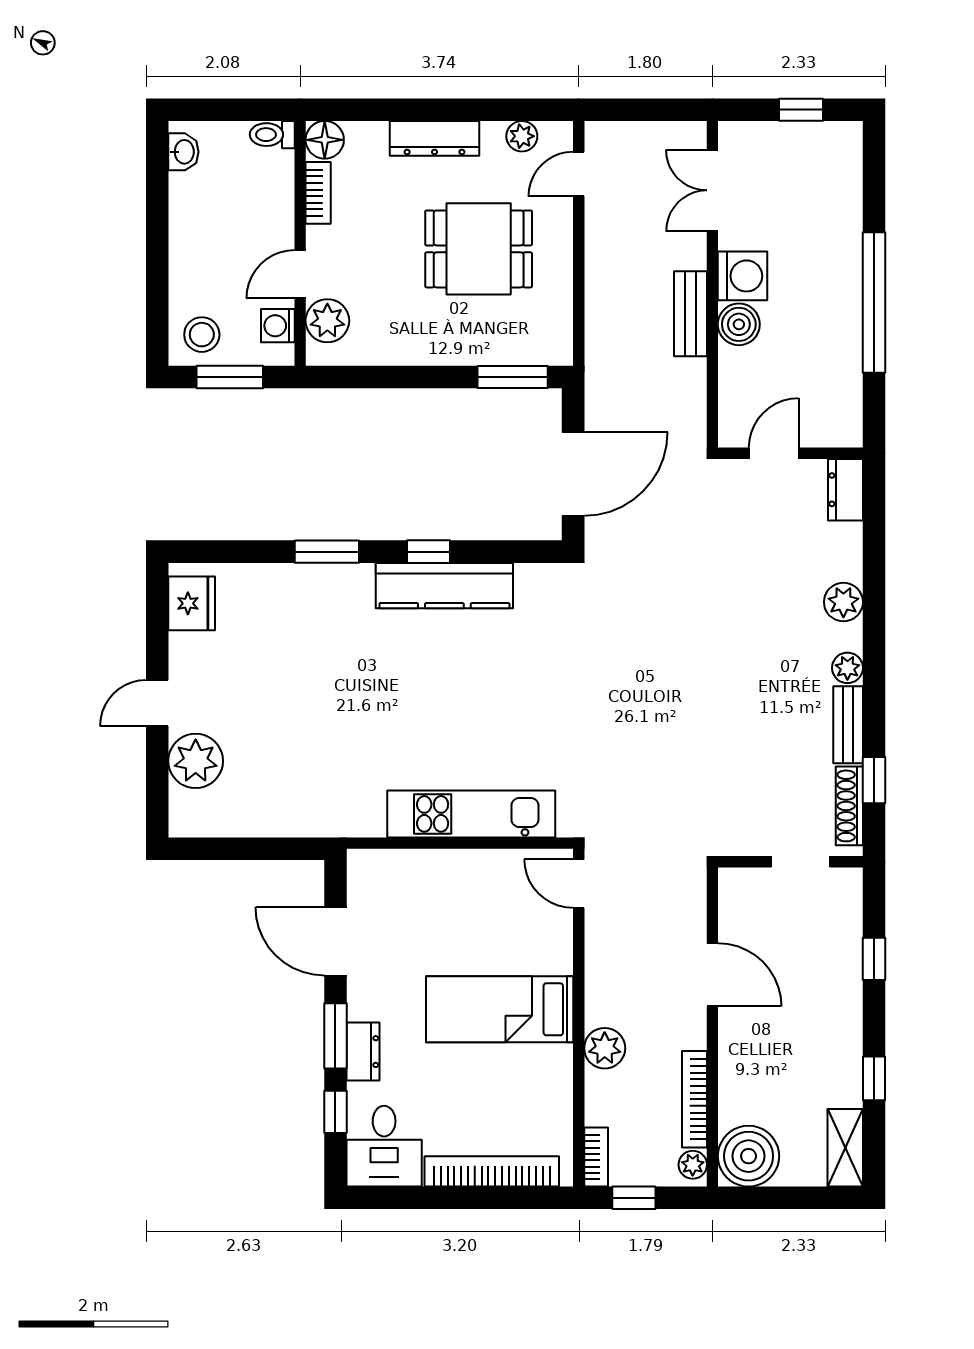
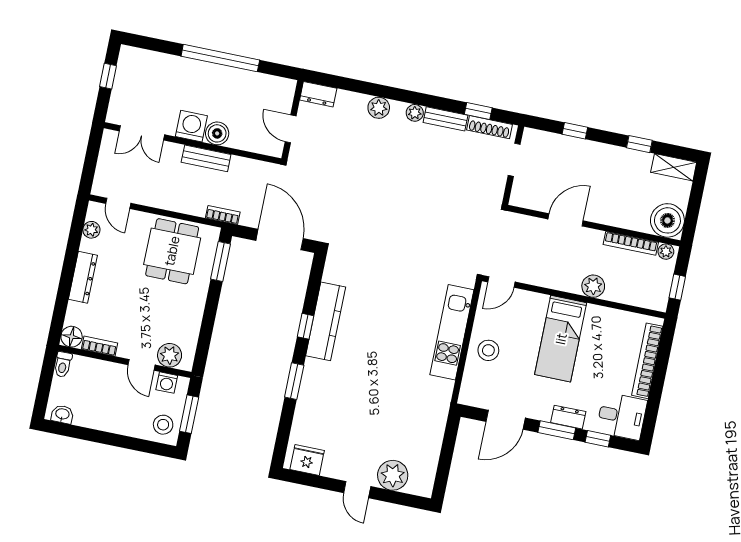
dining table: (479, 249) -> (172, 251), moved
stool: (452, 885) -> (488, 350), added
bookcase: (596, 1157) -> (223, 215), moved

